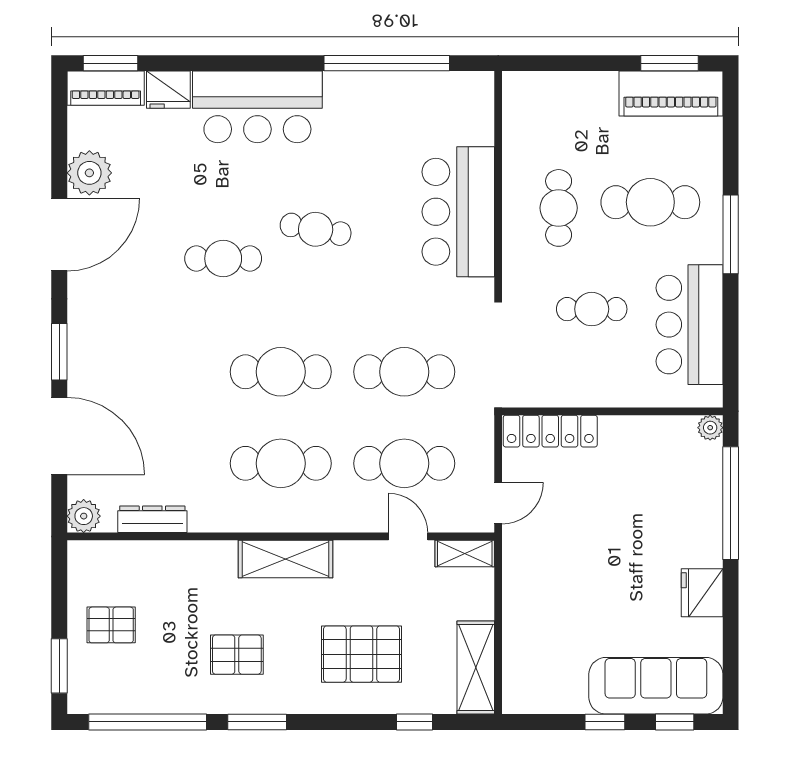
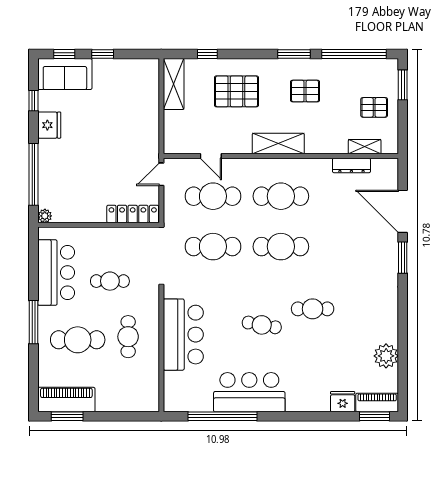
bar counter: (257, 107) -> (249, 392), moved
door: (59, 235) -> (403, 322), removed
plant: (84, 516) -> (389, 167), removed
shelving: (465, 554) -> (365, 147), moved
window: (731, 637) -> (34, 101), added
sofa: (656, 686) -> (65, 74), width x0.73

